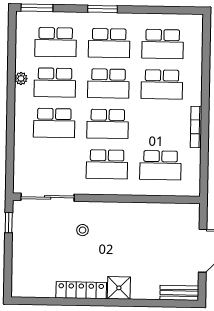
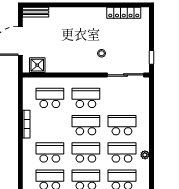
shower: (119, 288) -> (37, 65), moved
locker: (81, 290) -> (124, 13), moved

